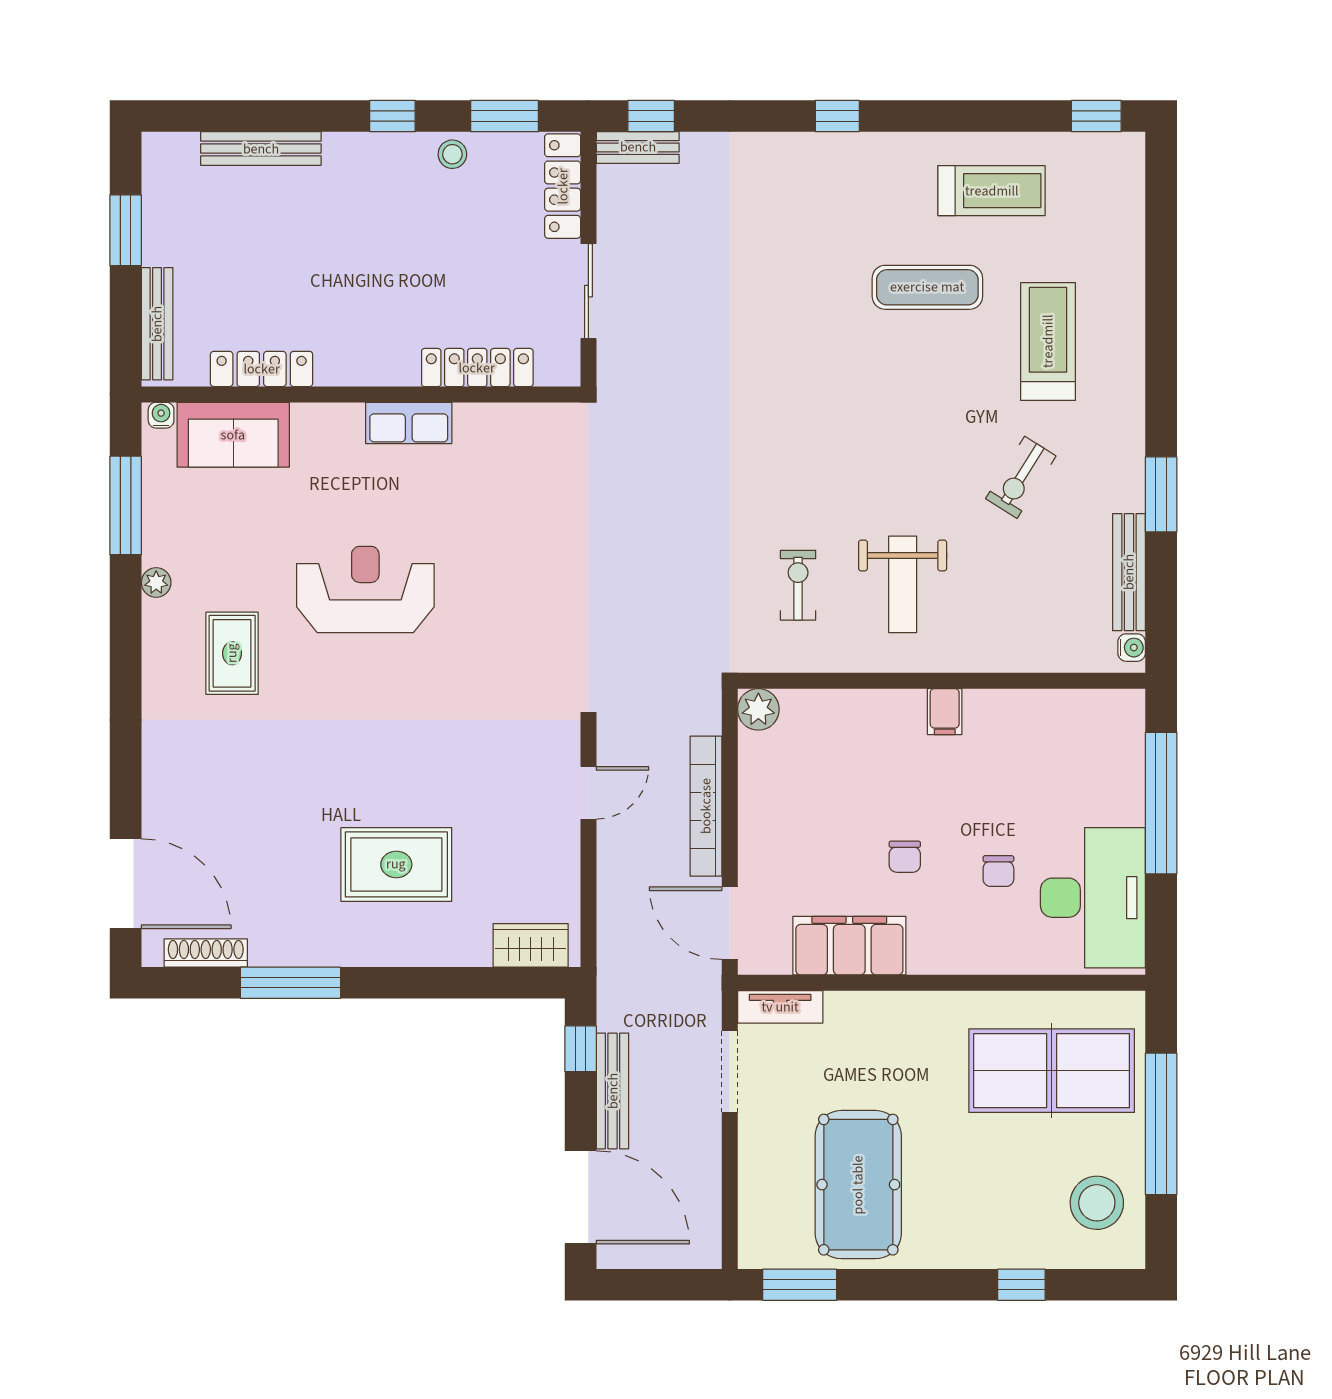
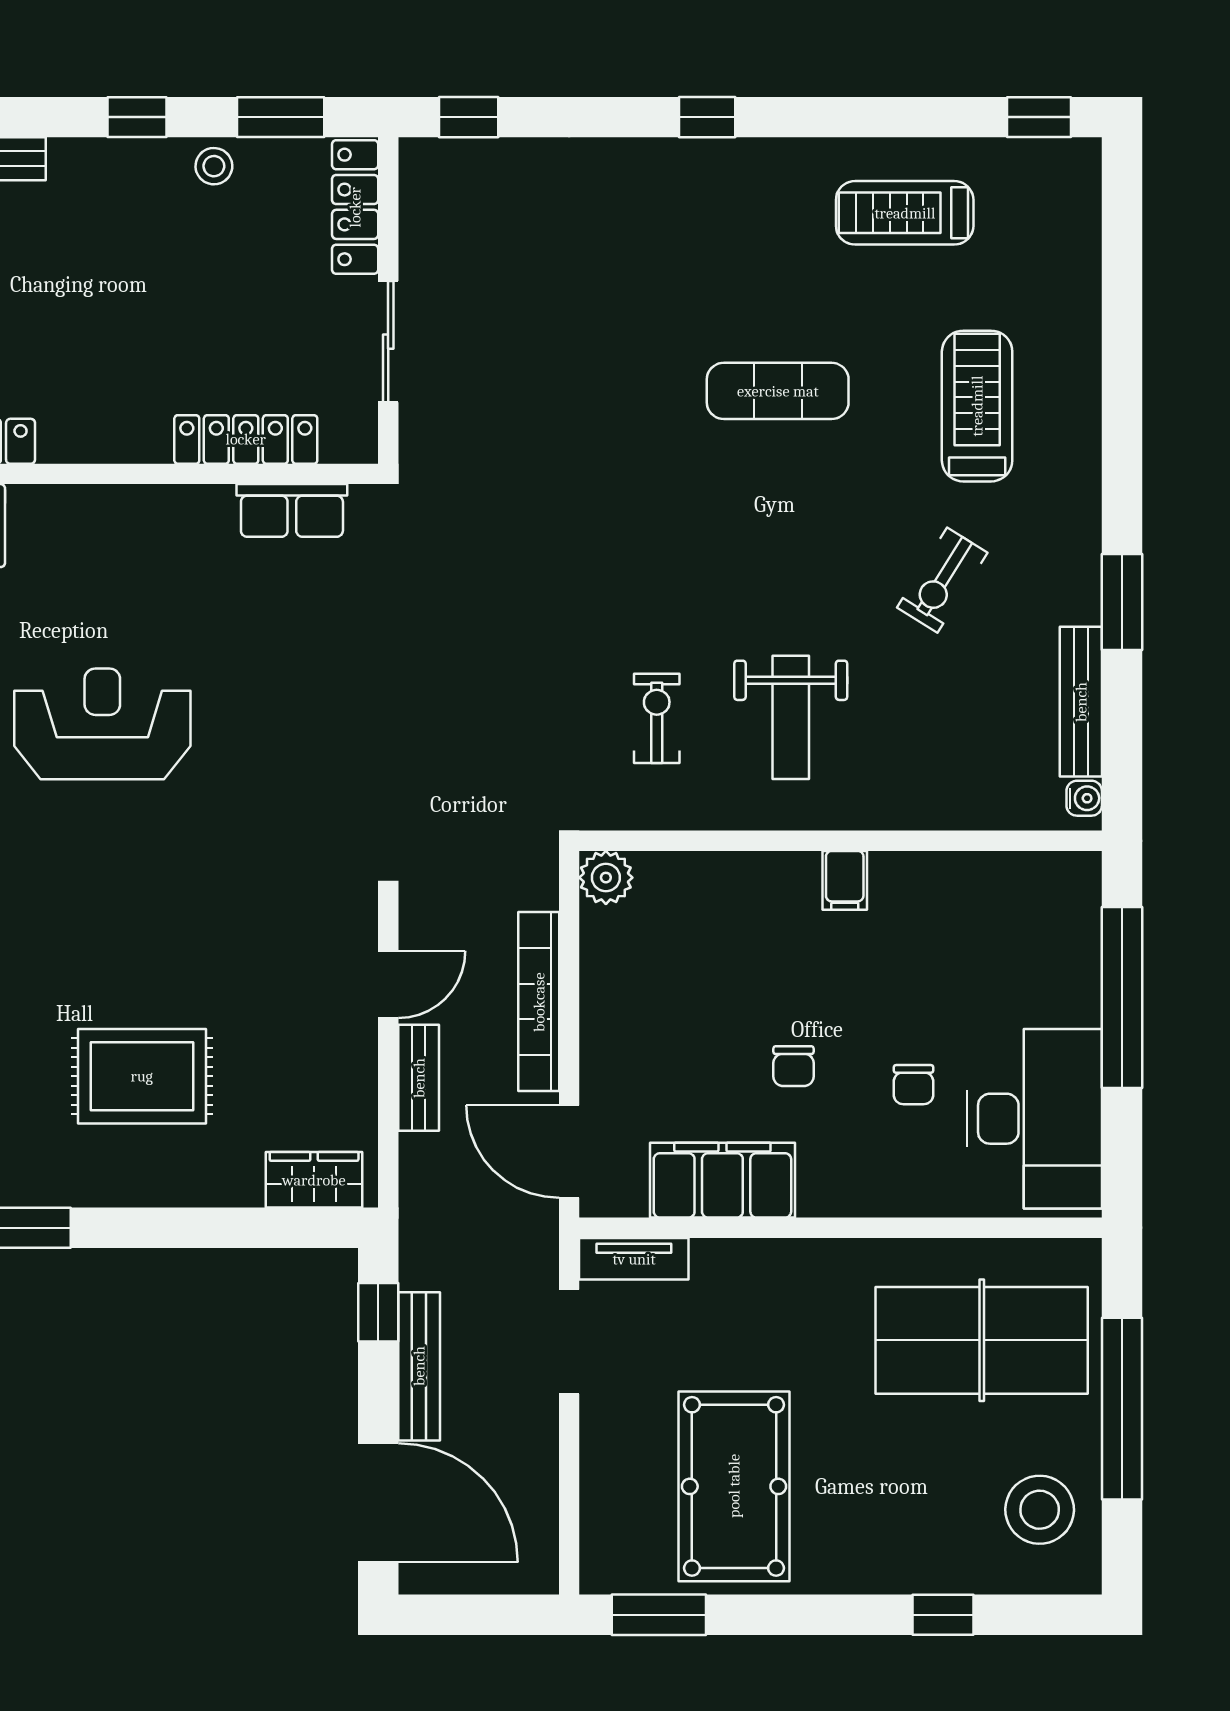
bench: (638, 147) -> (419, 1078), moved, turned 90
treadmill: (992, 191) -> (905, 213), turned 180
exercise mat: (927, 287) -> (778, 391), moved
row of seats: (409, 423) -> (292, 510), moved

